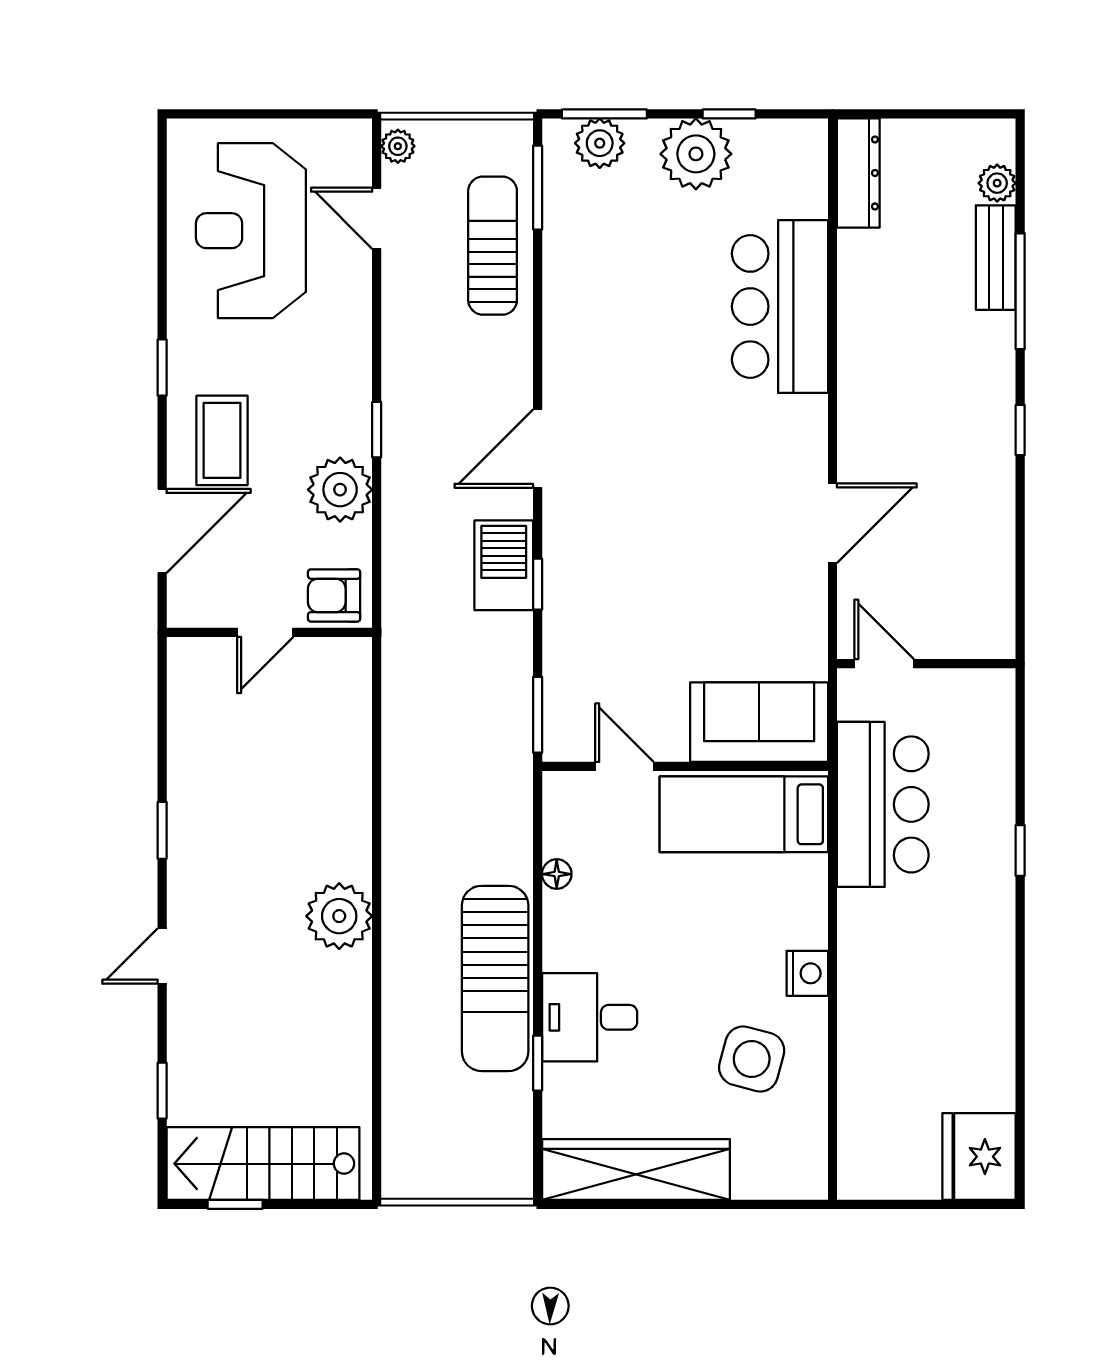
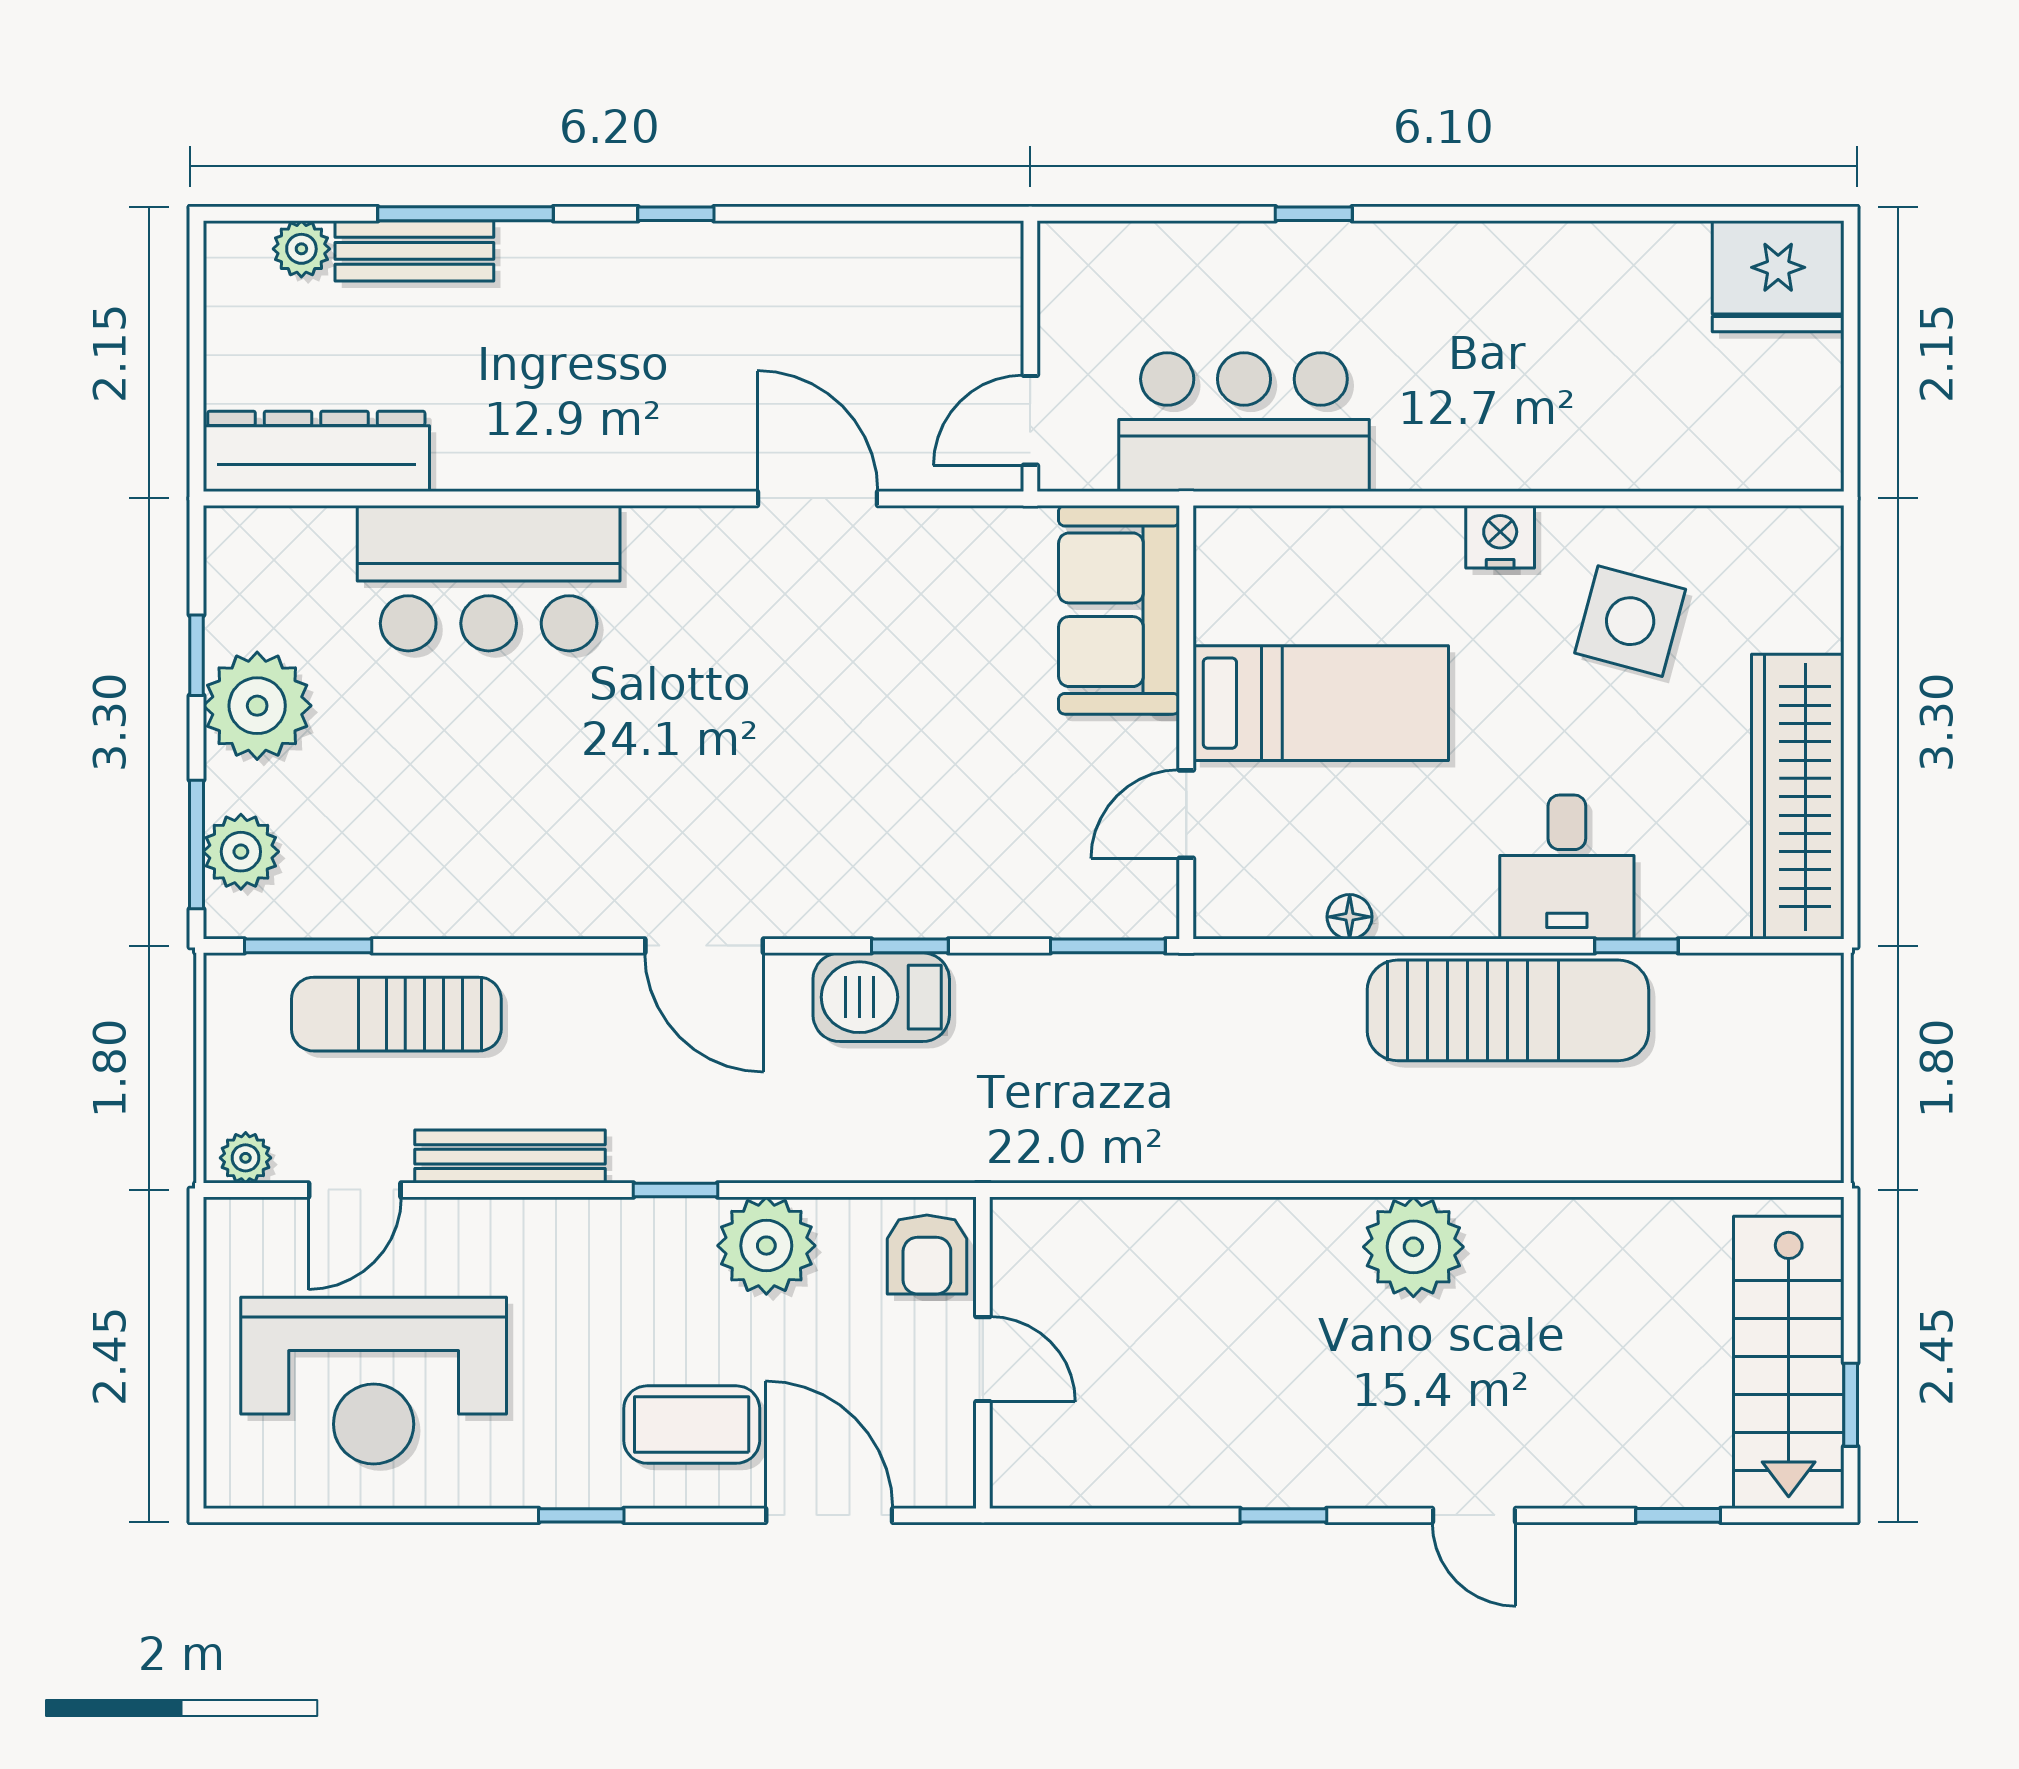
dresser: (858, 173) -> (316, 451), width x1.37, depth x1.24
bench: (399, 321) -> (510, 1157), added
bed: (744, 814) -> (1321, 703), moved, turned -90

